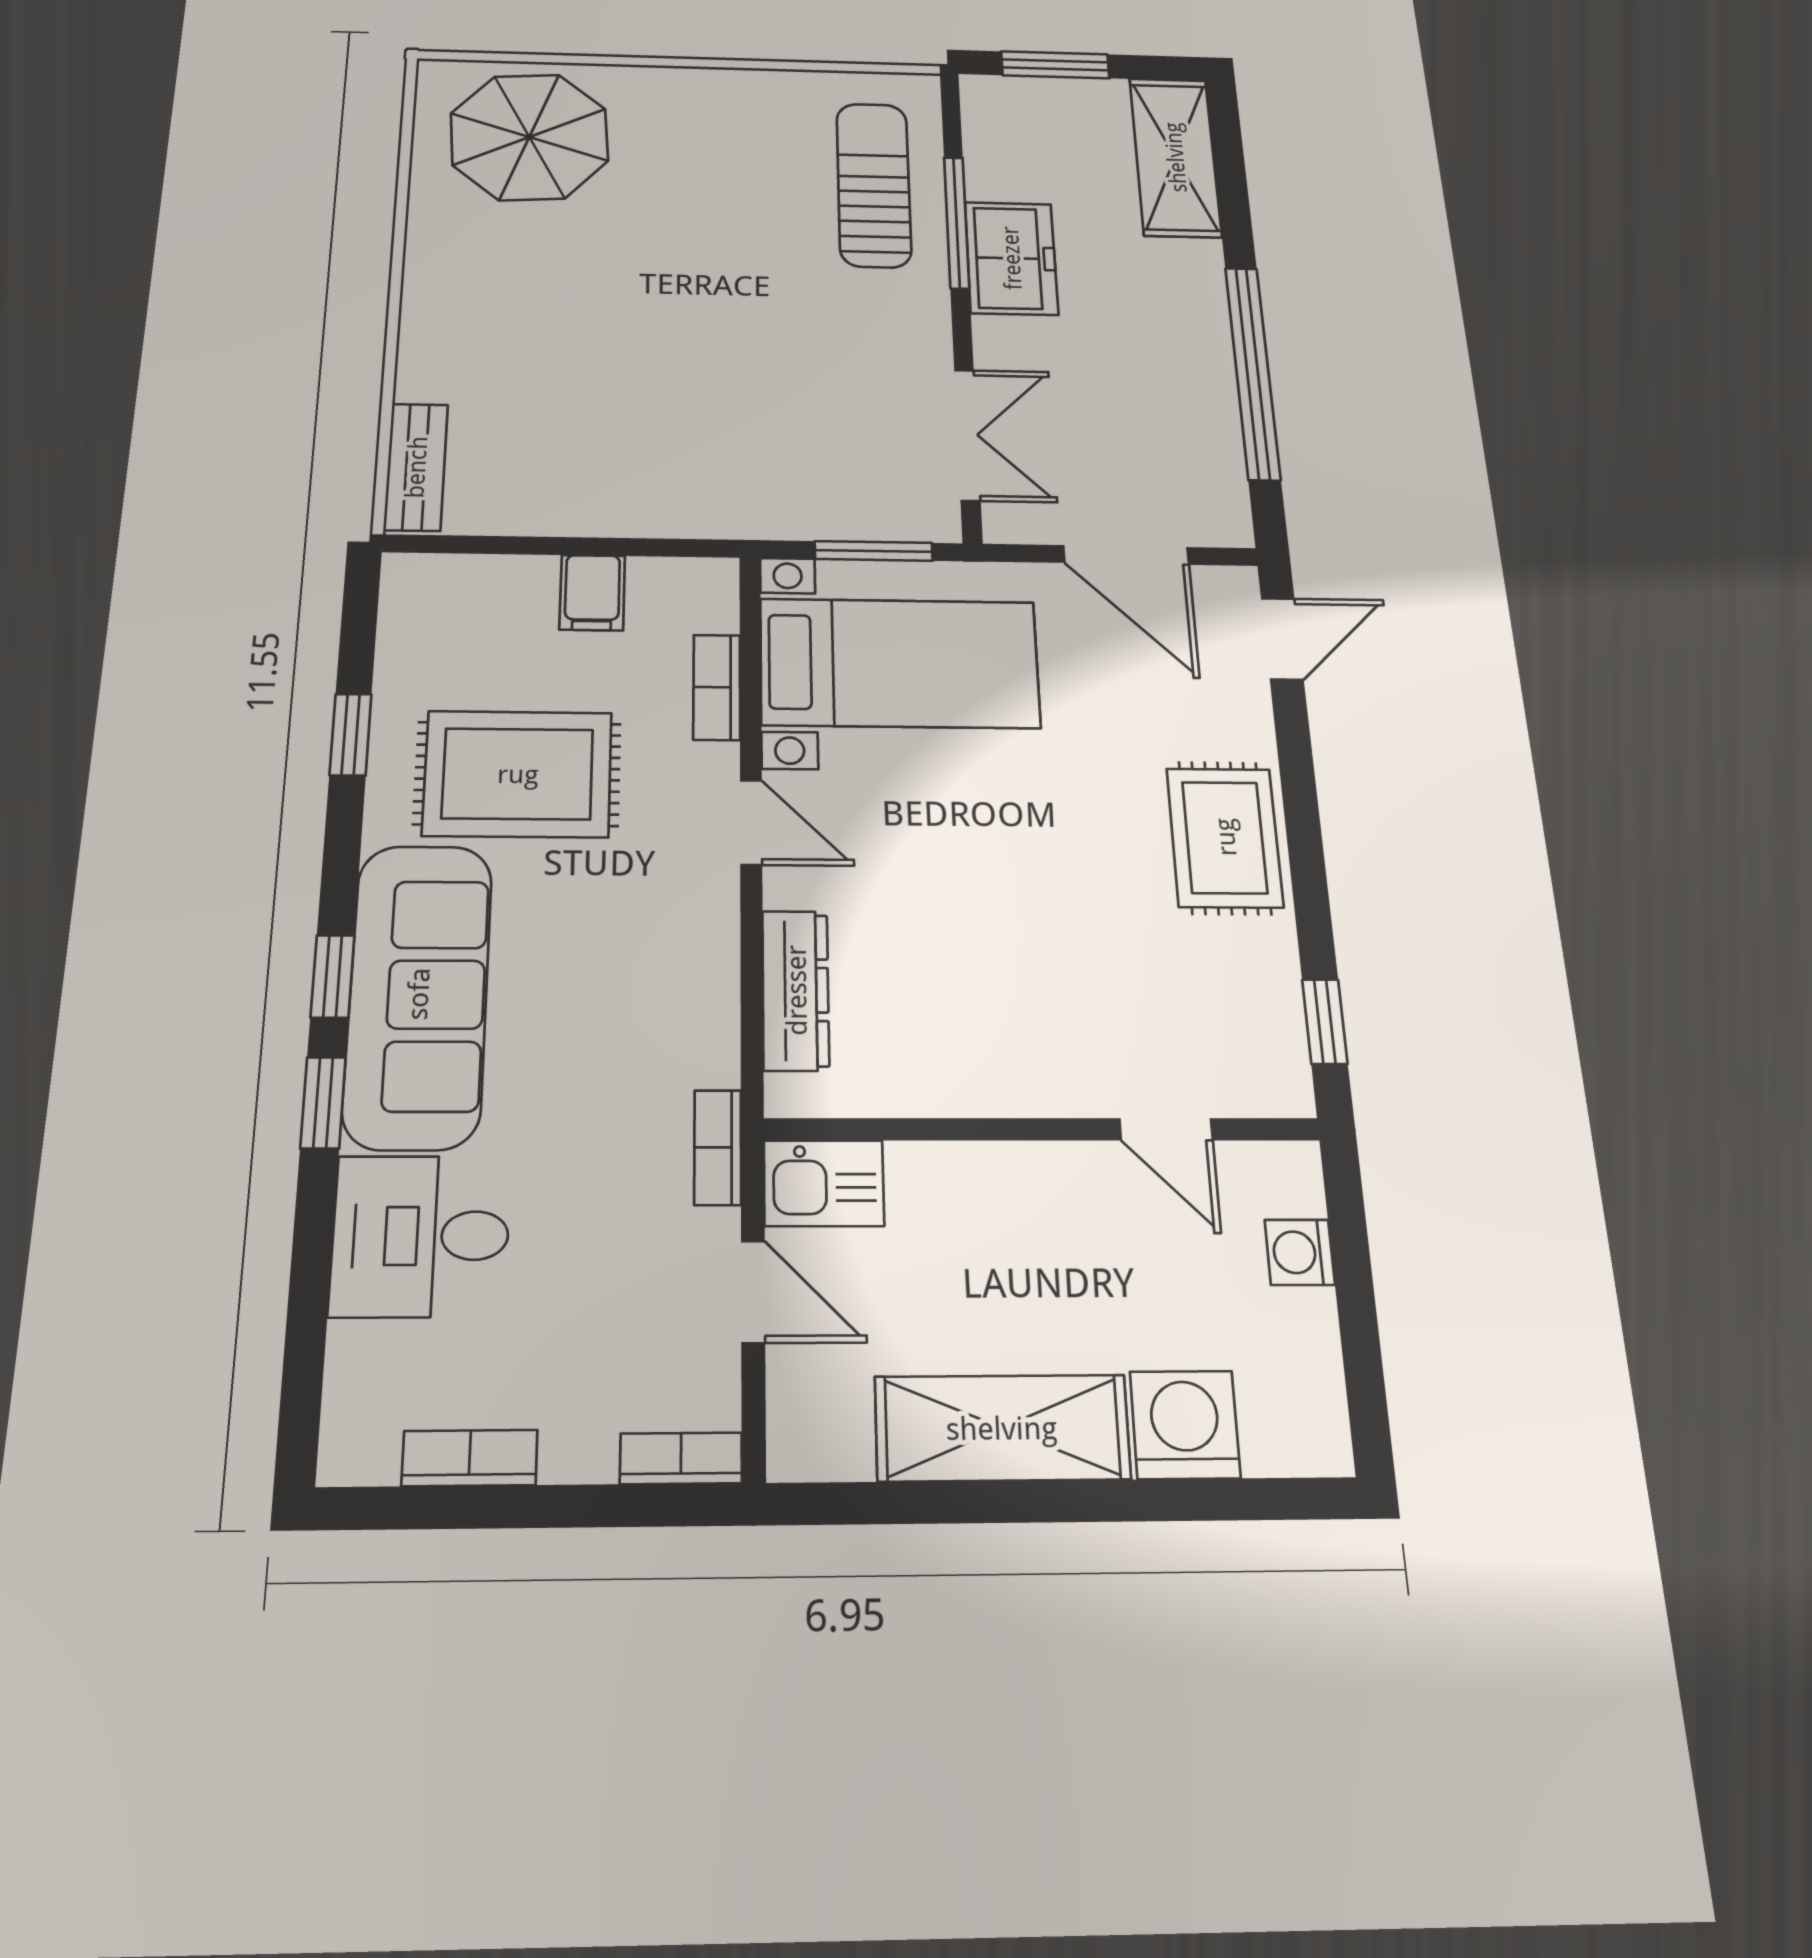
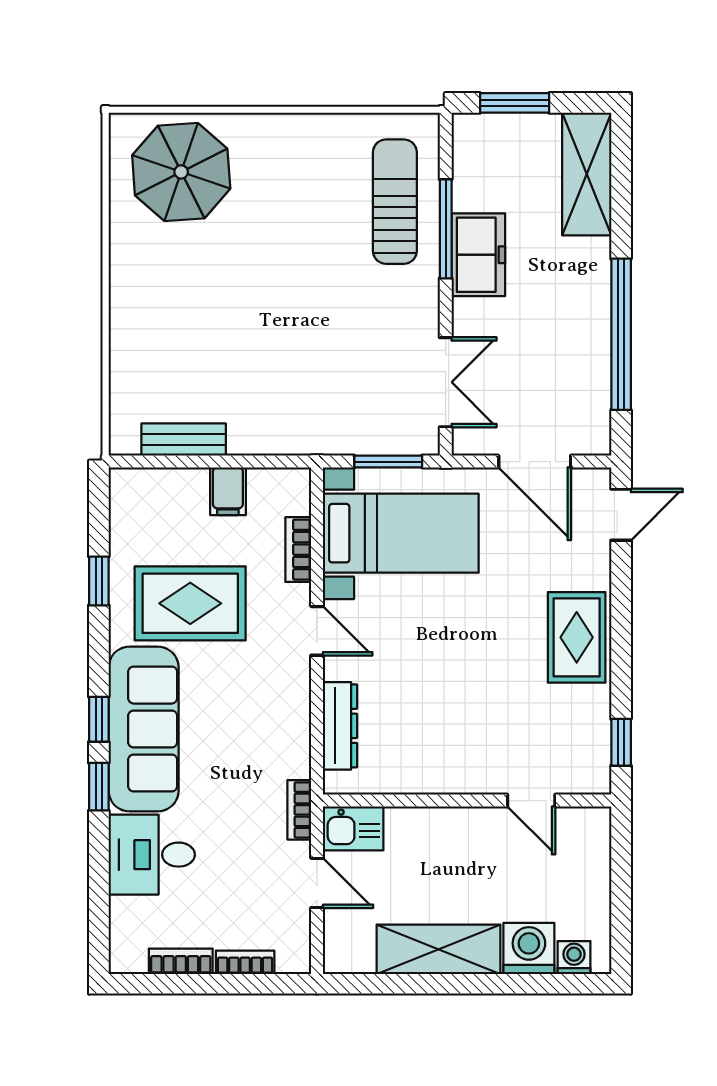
bench: (416, 467) -> (184, 440), moved, turned 90
washing machine: (1300, 1252) -> (574, 958), moved, turned 90
bookcase: (681, 1458) -> (245, 962), moved

